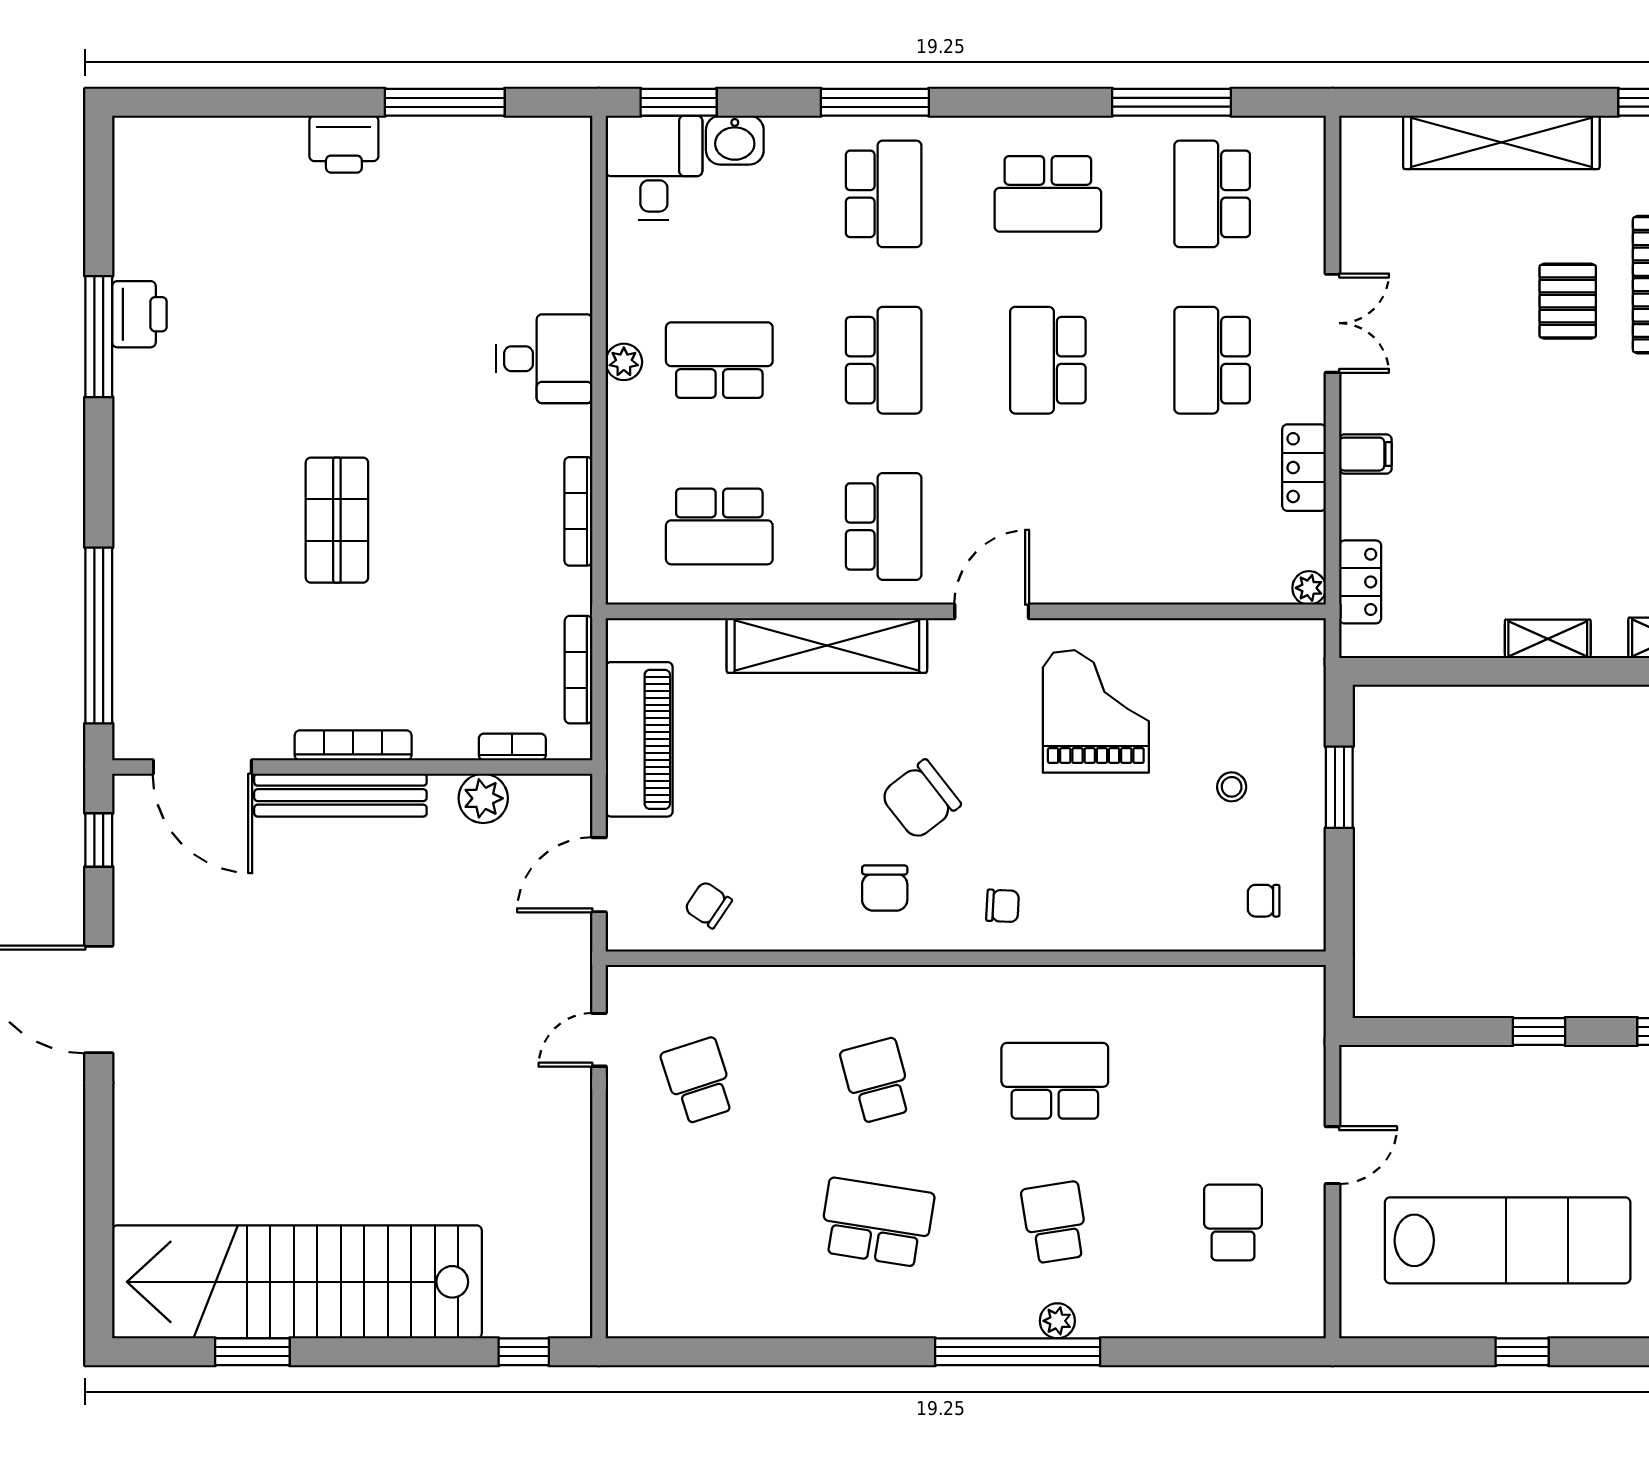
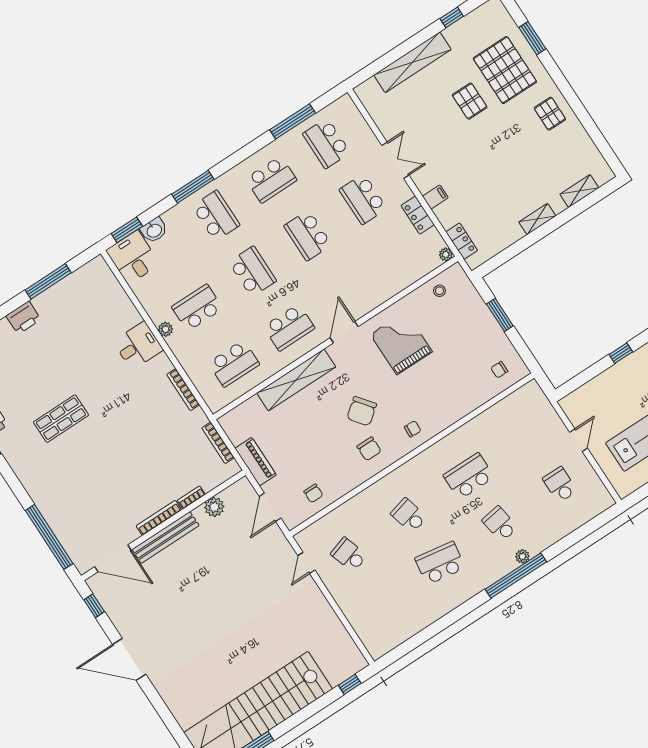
shop shelf: (337, 520) -> (61, 419), moved, turned 90
school desk: (884, 526) -> (289, 327), turned 90
piano: (639, 739) -> (256, 462), width x0.73, depth x0.75
bookcase: (512, 747) -> (191, 497), moved
stool: (1232, 787) -> (439, 291), moved
chair: (708, 905) -> (313, 493), turned -124

